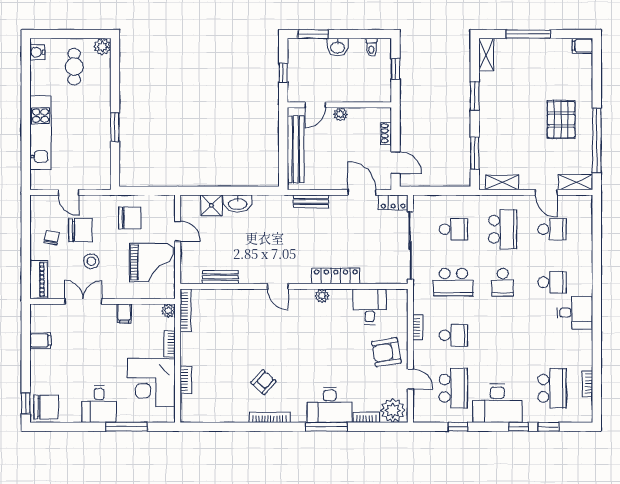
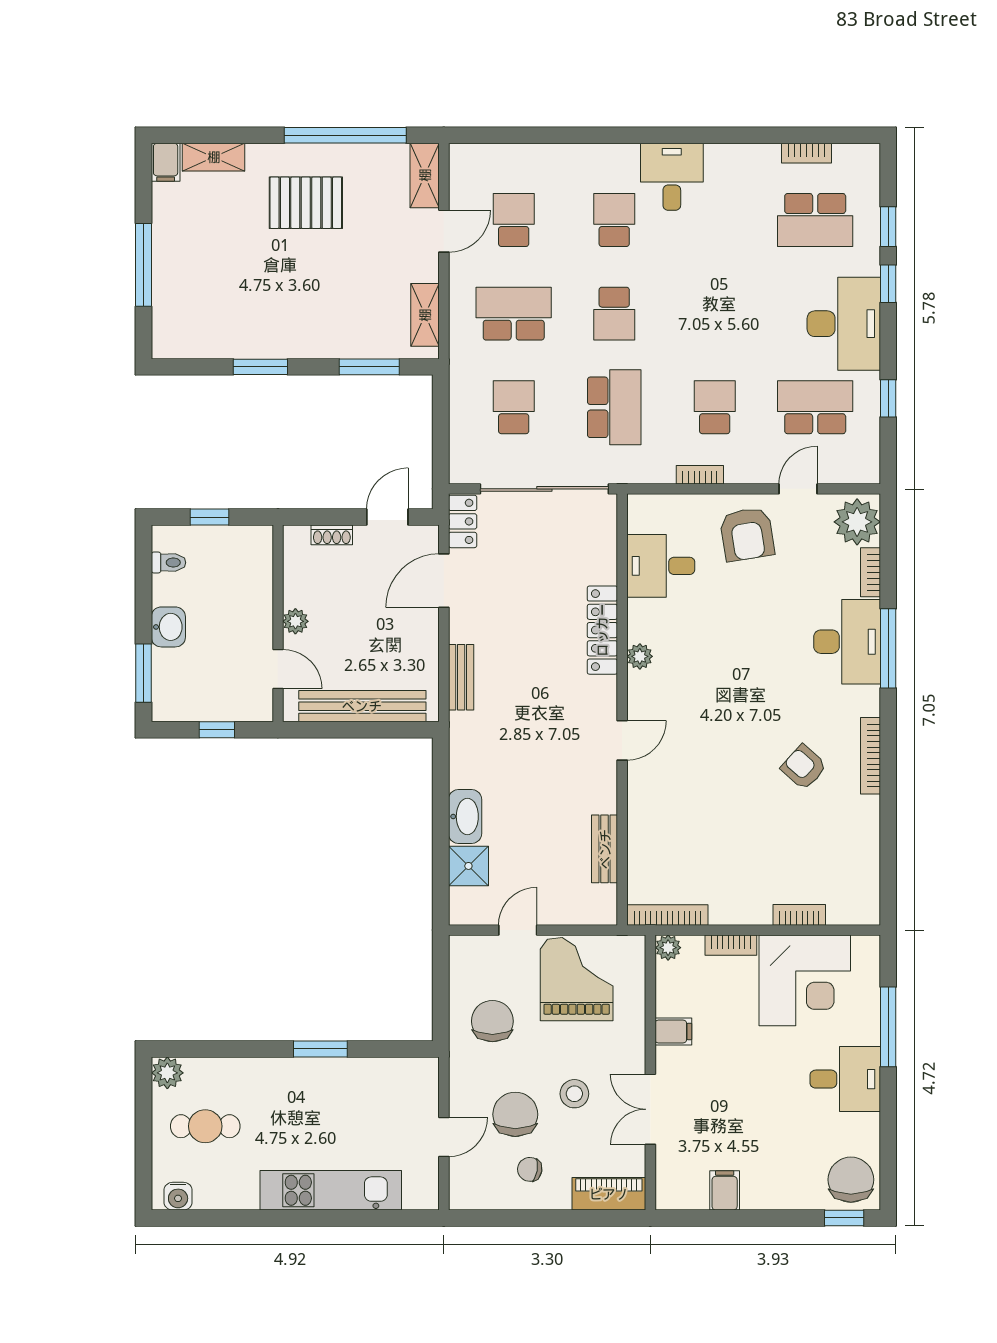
shelving: (486, 54) -> (214, 157), moved
school desk: (503, 282) -> (614, 314), turned 90
school desk: (552, 388) -> (815, 220), turned 180

